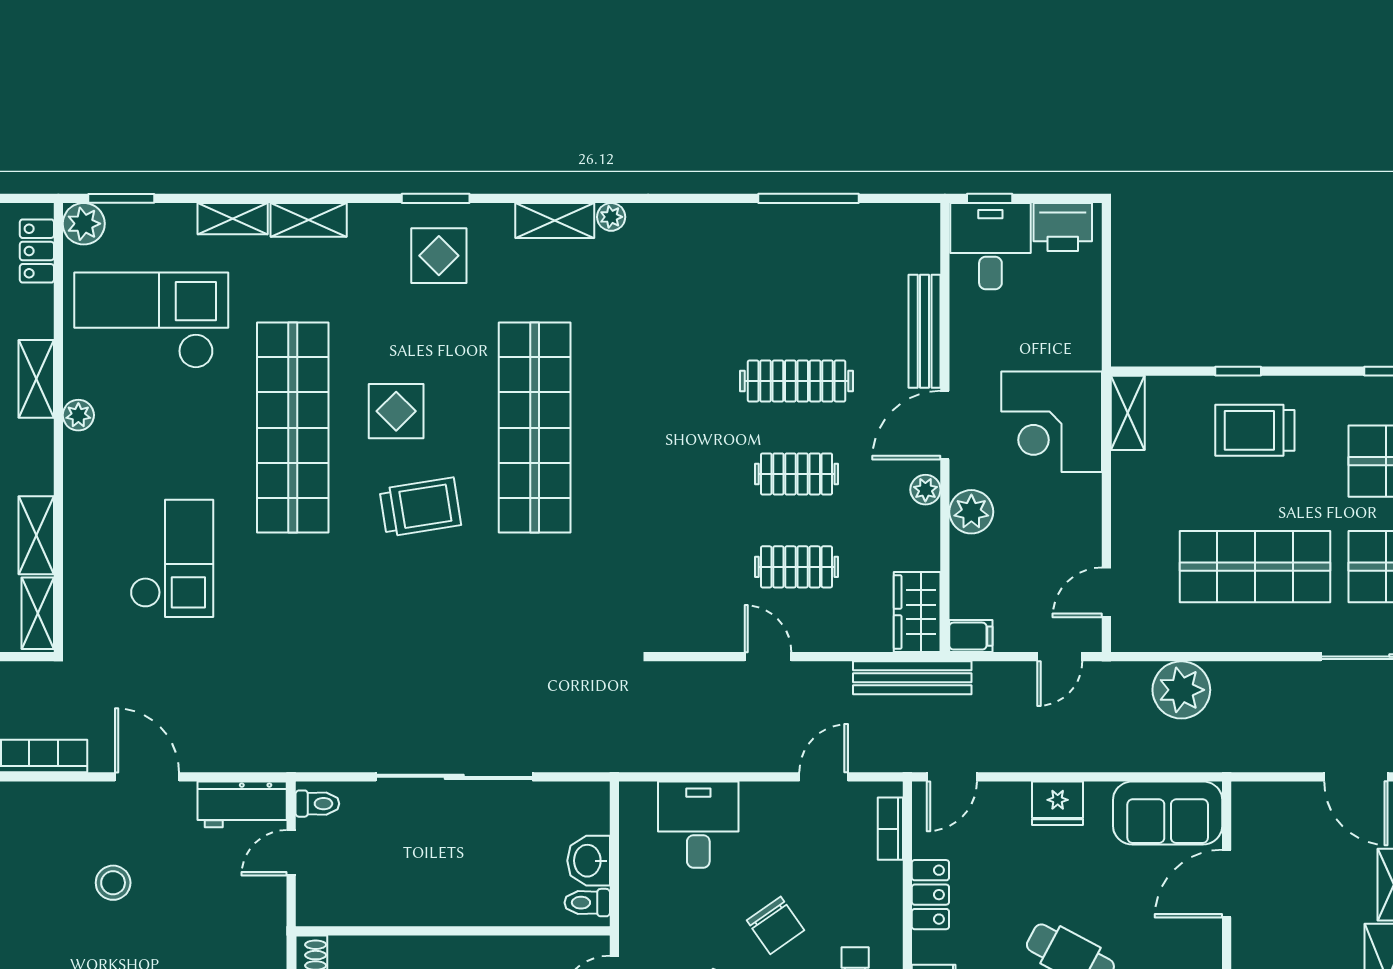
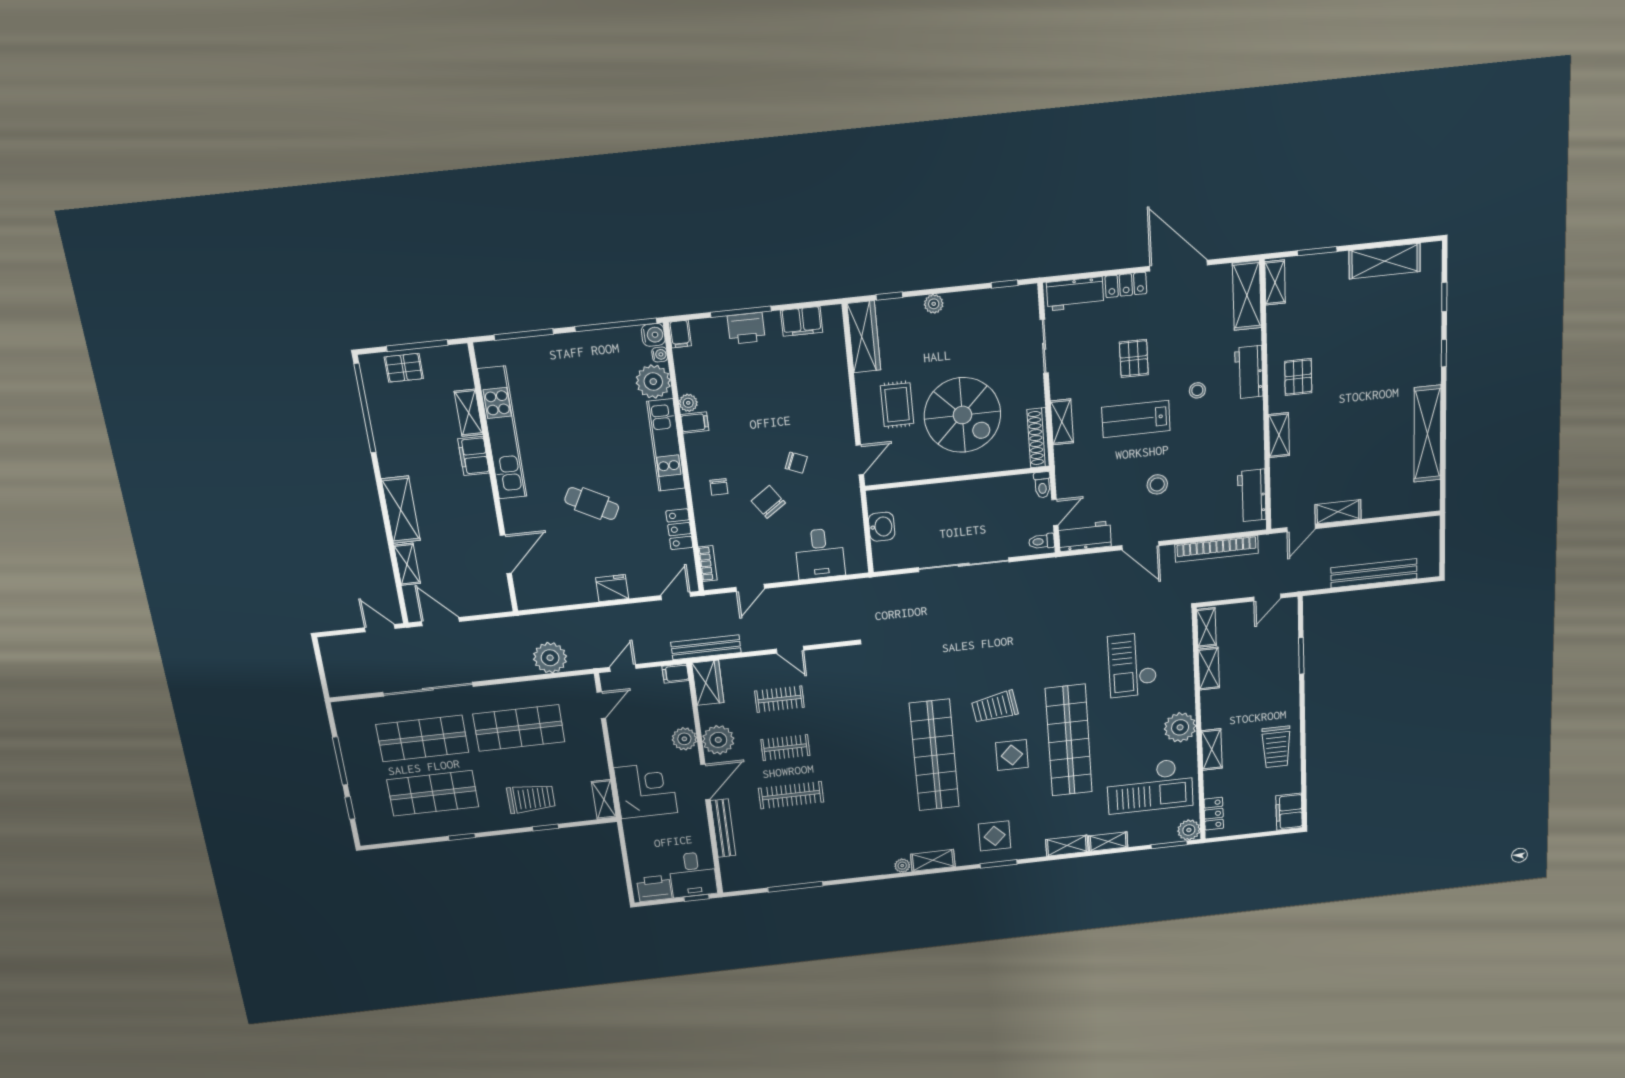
plant: (78, 415) -> (1180, 727), width x1.87, depth x1.87
plant: (925, 490) -> (718, 740), width x1.87, depth x1.87
sofa: (1168, 813) -> (547, 590), removed
toilet: (587, 903) -> (1042, 485), moved, turned 90

